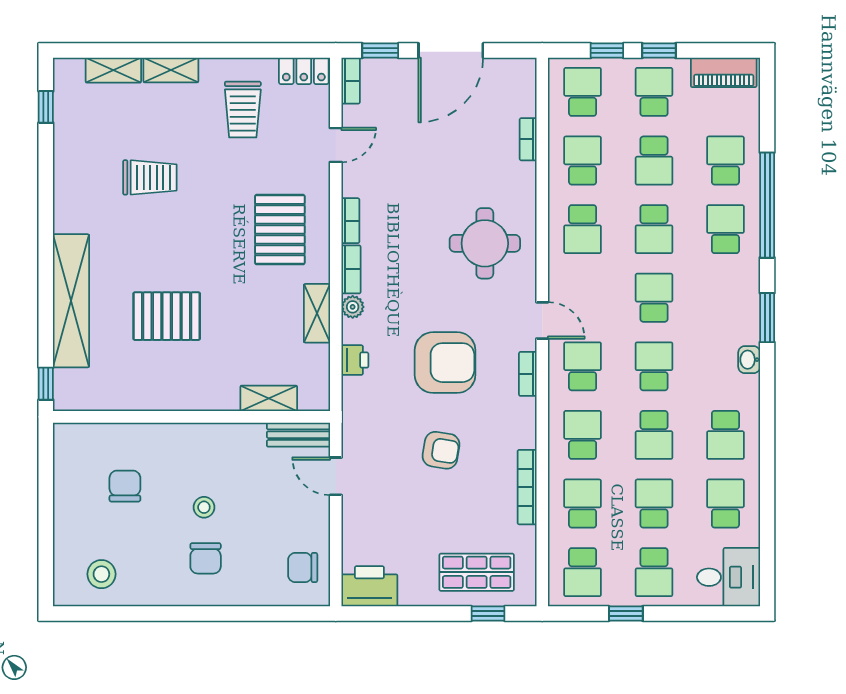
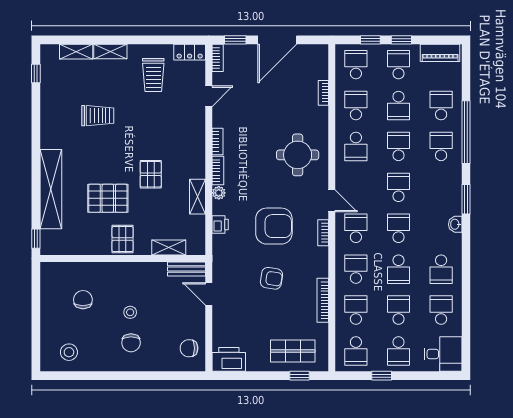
school desk: (654, 229) -> (398, 146), turned 180
pallet: (280, 230) -> (151, 174), moved, width x0.67, depth x0.71
pallet: (191, 384) -> (123, 239), added

